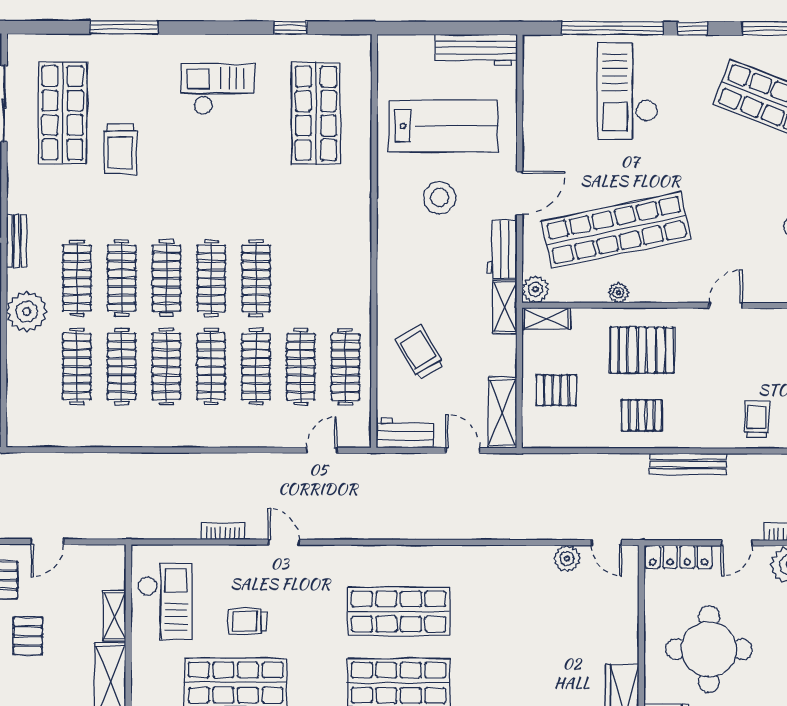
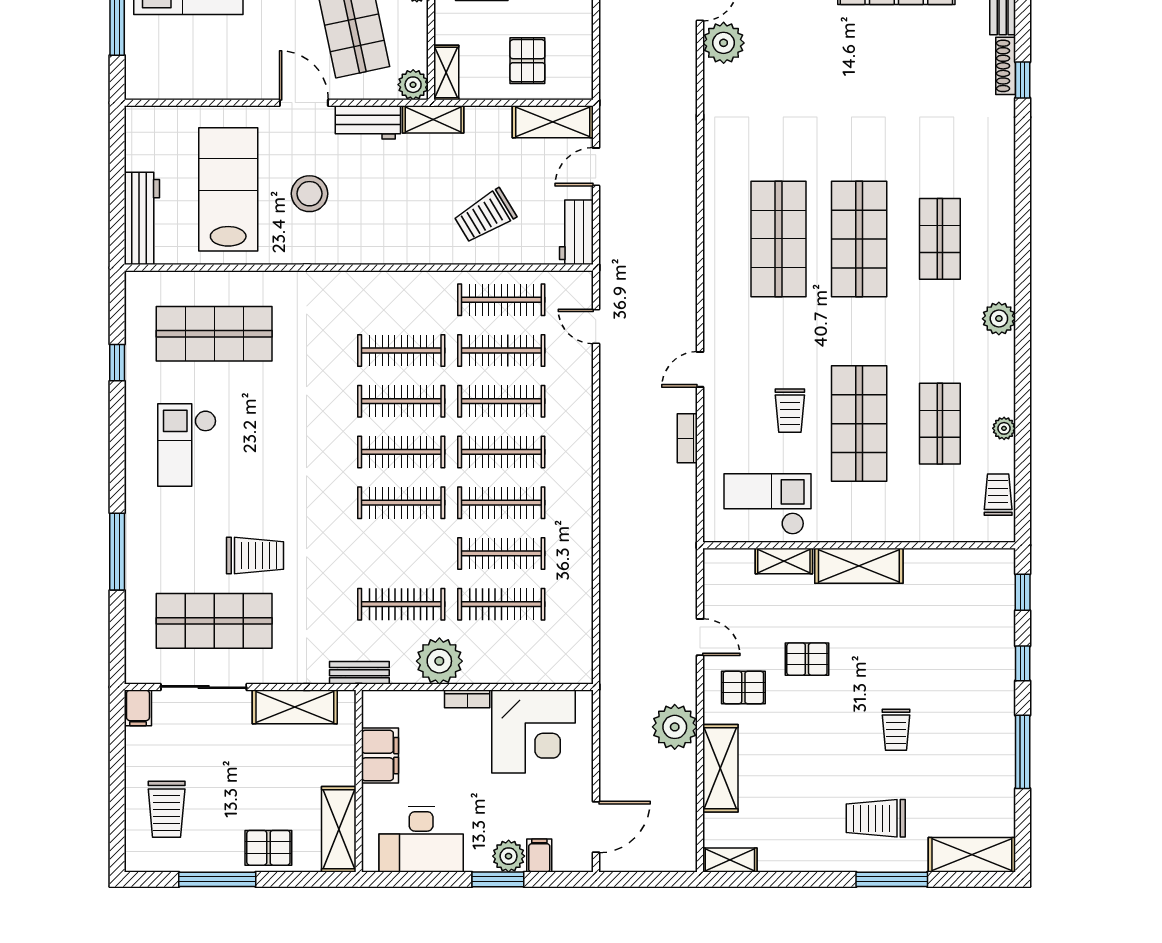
workbench: (476, 50) -> (142, 218), moved
clothes rail: (122, 278) -> (401, 350), moved
plant: (567, 558) -> (724, 43), width x1.36, depth x1.36

